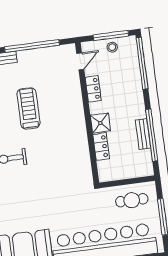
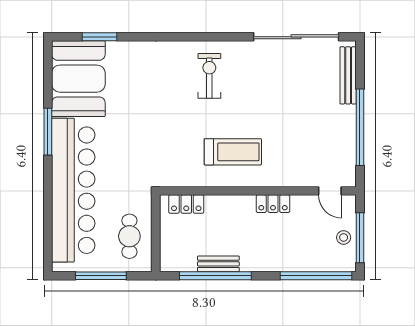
locker: (93, 89) -> (273, 204), moved
treadmill: (29, 108) -> (233, 152), moved
shower: (100, 123) -> (241, 207), removed
locker: (101, 147) -> (186, 204), moved

